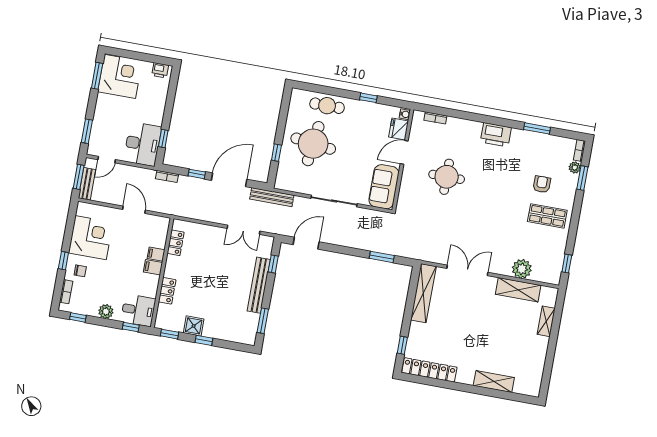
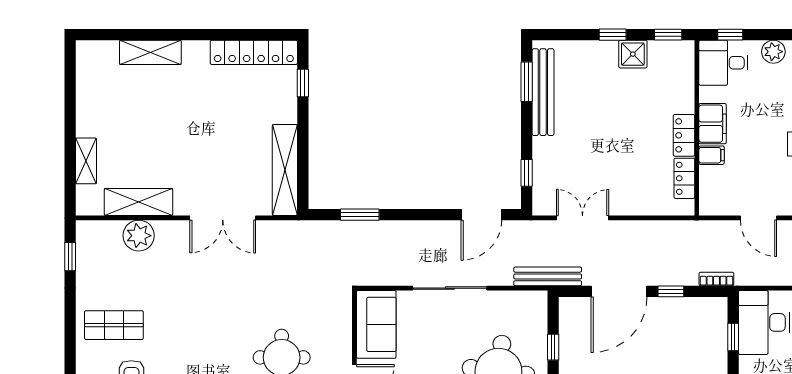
filing cabinet: (153, 267) -> (713, 124), width x2.00
bench: (259, 285) -> (543, 92), moved
locker: (167, 291) -> (684, 135), moved

